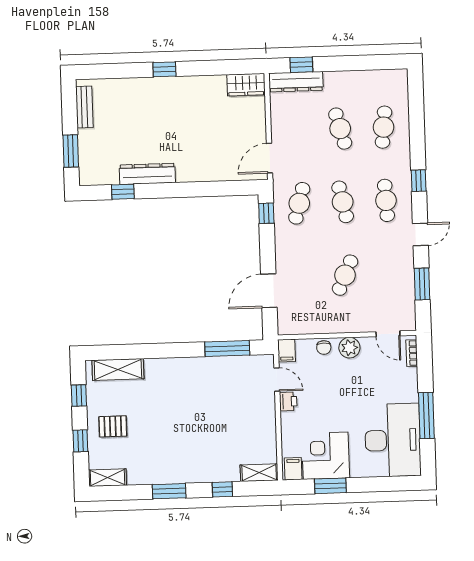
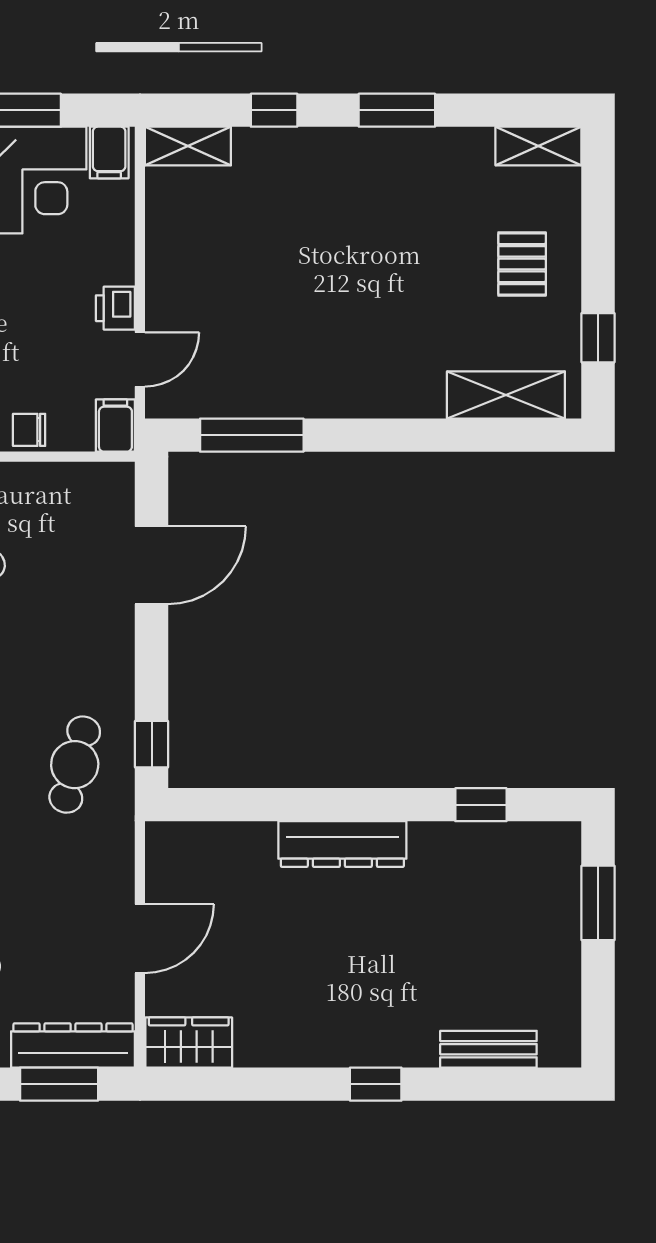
window: (301, 65) -> (59, 1084), width x1.50
bench: (84, 107) -> (488, 1049), moved, turned 90
door: (269, 158) -> (140, 939), moved
dresser: (147, 174) -> (342, 844), moved
chair: (324, 348) -> (29, 430), turned -90
door: (277, 380) -> (140, 360), swing flipped
pallet: (113, 426) -> (522, 264), turned 90
window: (80, 441) -> (598, 233), removed

